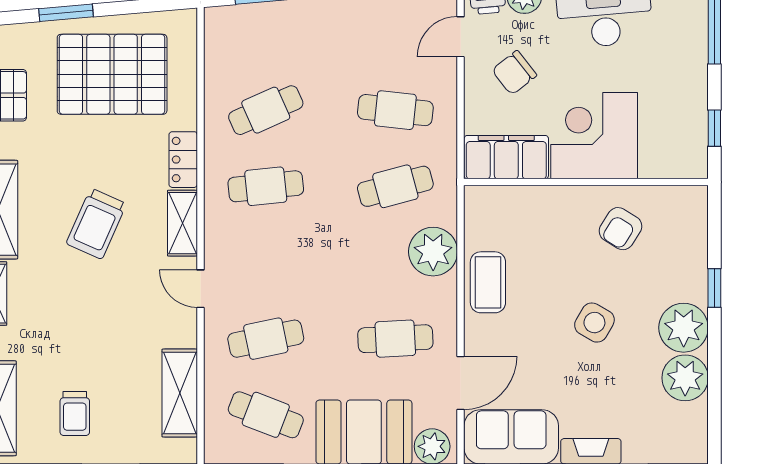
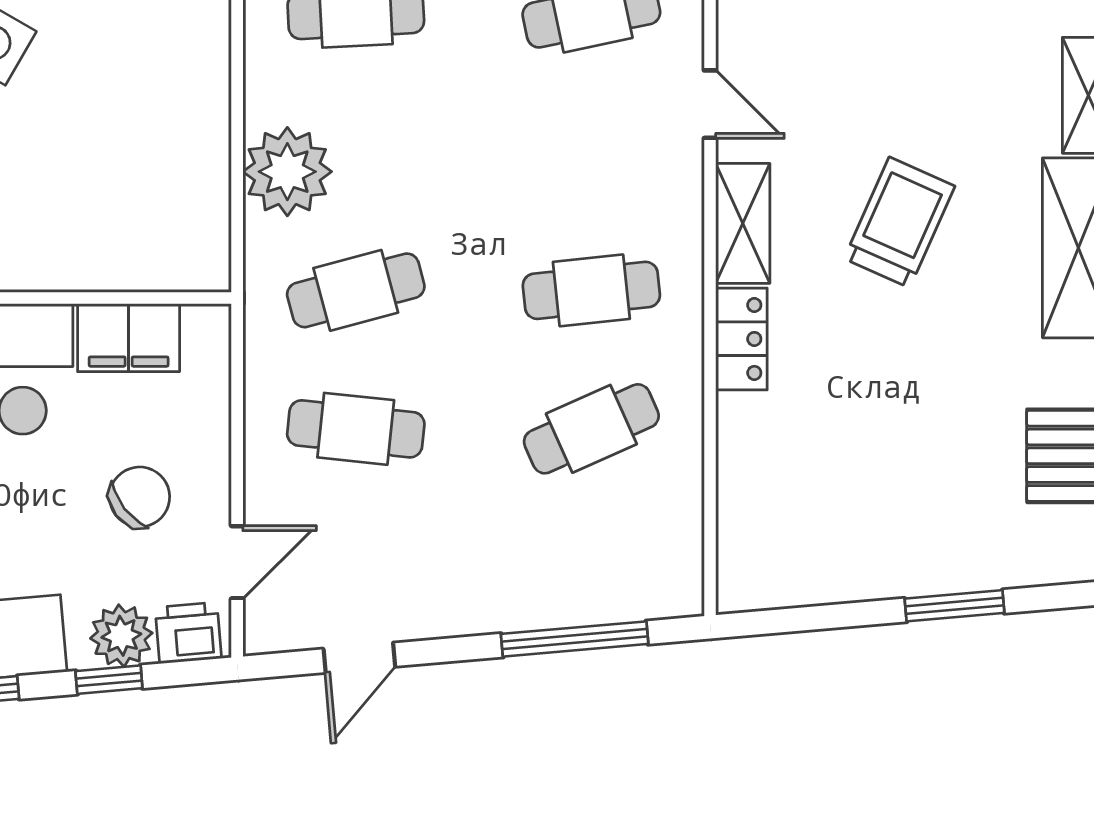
pallet: (112, 74) -> (871, 494), removed
filing cabinet: (506, 157) -> (129, 338), width x0.67, depth x0.86
coffee table: (488, 282) -> (188, 116), removed

